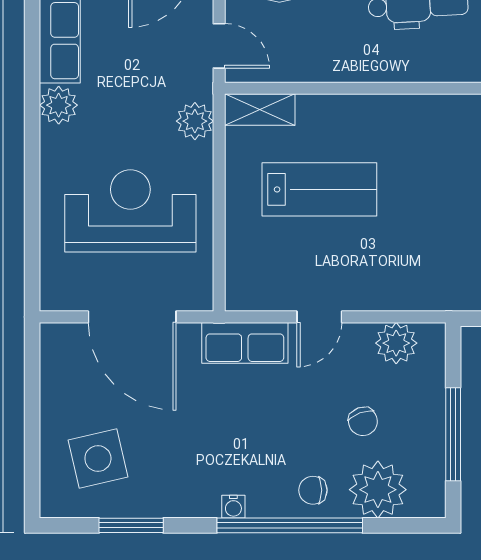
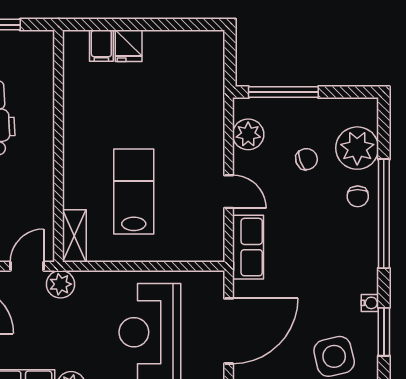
plant: (195, 121) -> (60, 284), moved
window: (453, 434) -> (283, 92), moved
water cooler: (233, 507) -> (370, 303), moved

